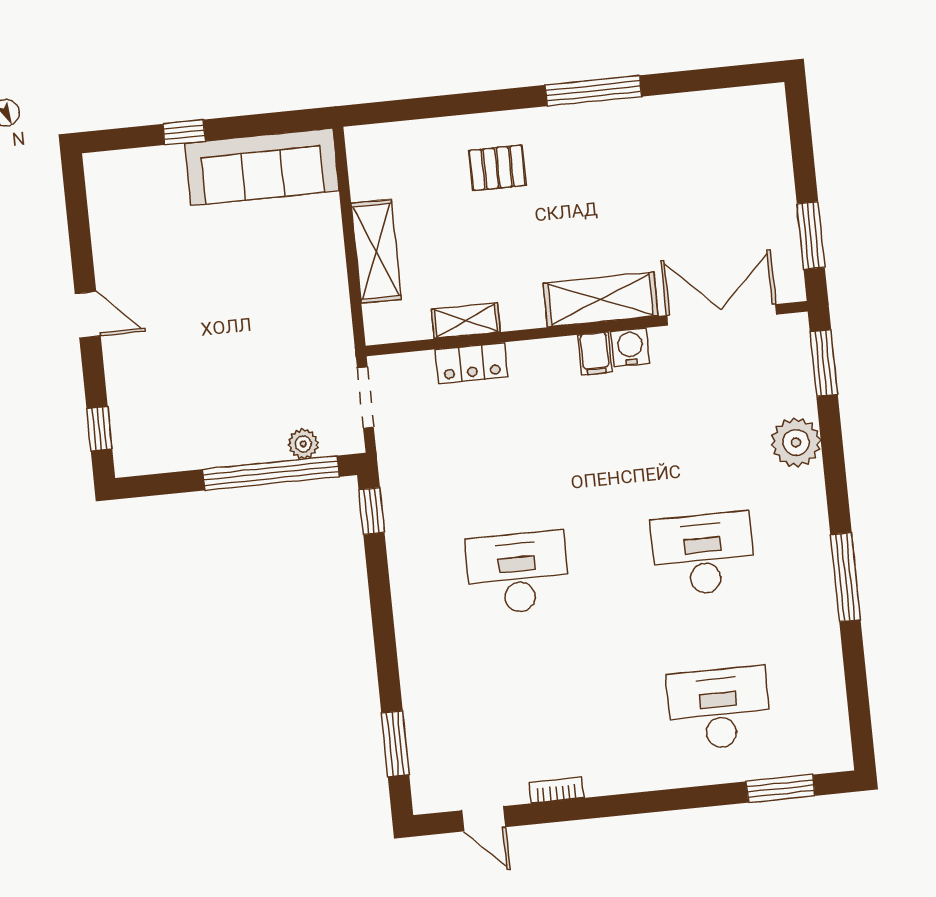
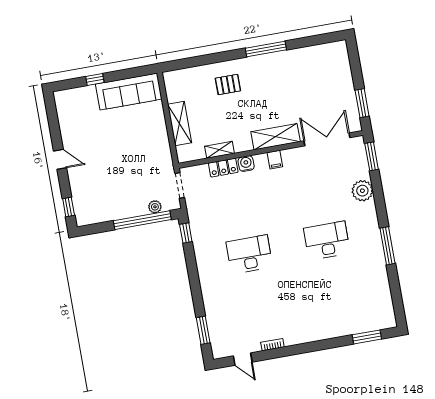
water cooler: (630, 347) -> (246, 164), moved
desk: (719, 708) -> (338, 305), removed

